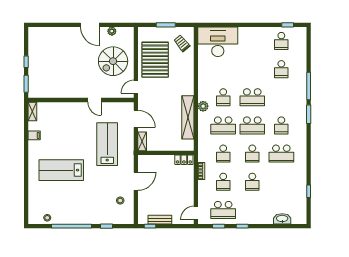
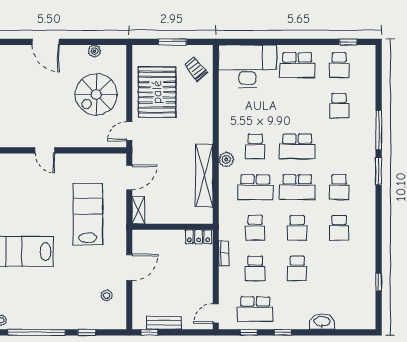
door: (90, 25) -> (46, 42), moved
school desk: (252, 41) -> (297, 65), added
door: (95, 100) -> (45, 150), moved
door: (136, 119) -> (129, 177), hinge flipped
school desk: (281, 154) -> (339, 228), width x0.54
washbasin: (282, 219) -> (322, 322), moved

